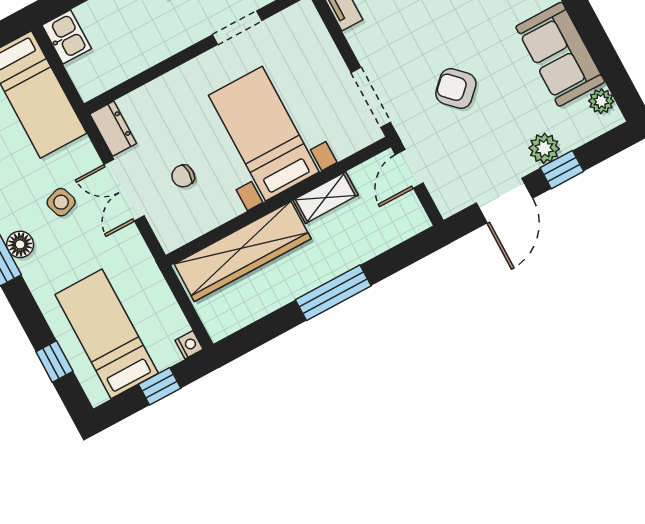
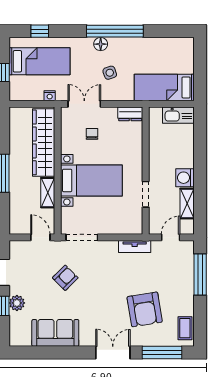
kitchen sink: (67, 37) -> (178, 115), width x1.38
plant: (601, 101) -> (24, 340), removed
double door: (124, 190) -> (84, 104), moved
nightstand: (189, 345) -> (50, 96), moved

